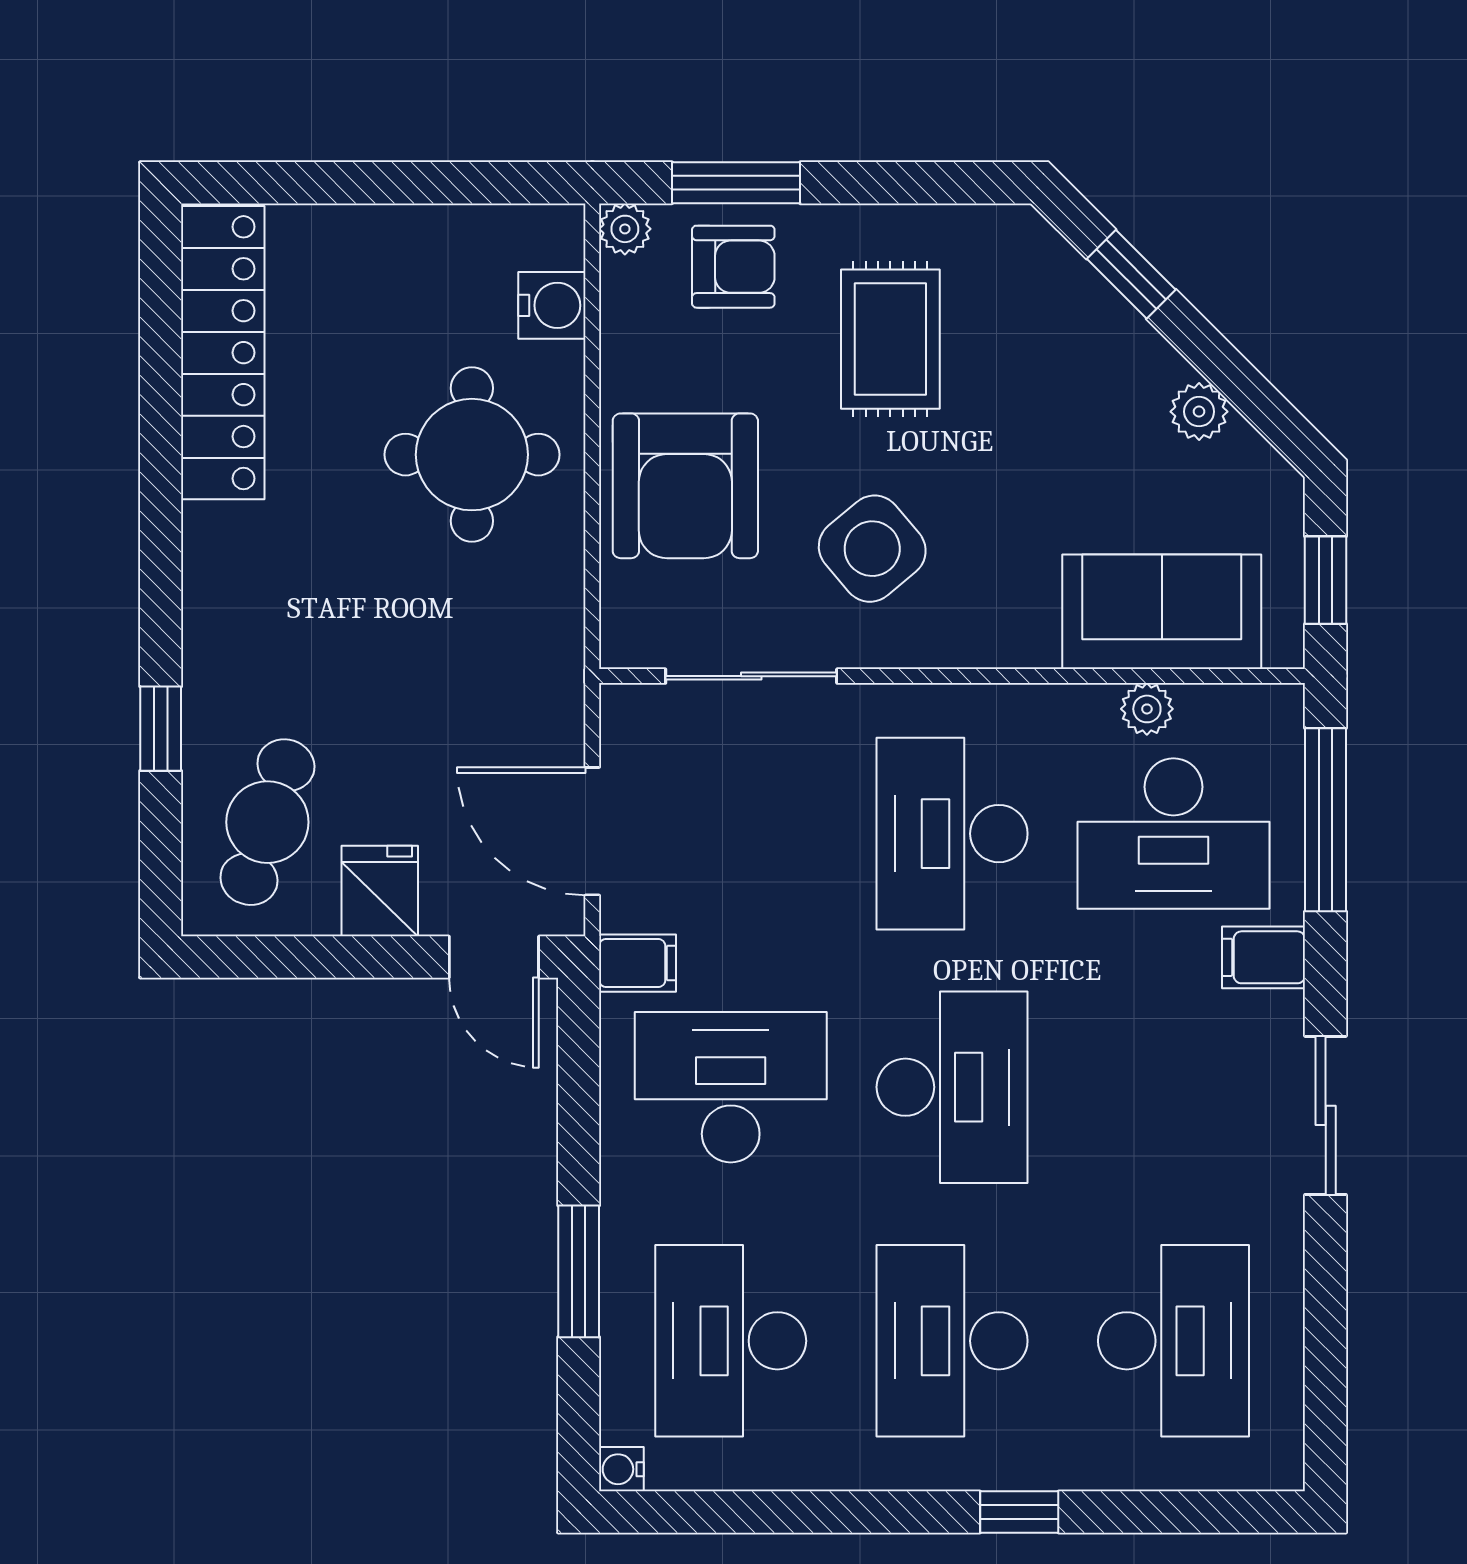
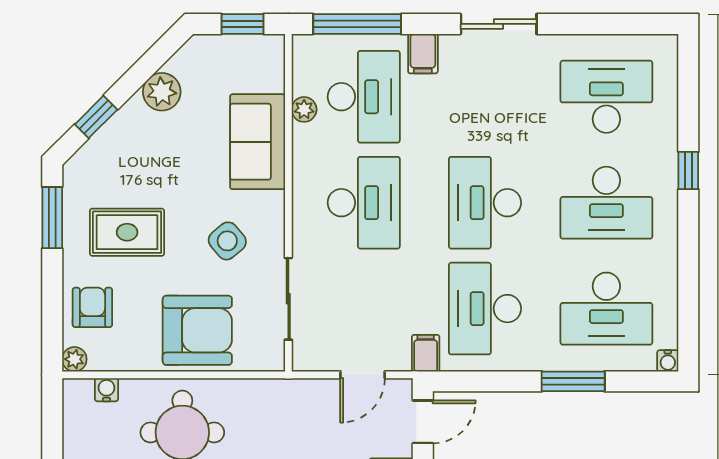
window: (736, 183) -> (52, 218), moved
water cooler: (552, 305) -> (106, 390), width x0.72, depth x0.72
plant: (1199, 412) -> (162, 92), width x1.38, depth x1.38
side table: (872, 549) -> (227, 241), width x0.73, depth x0.73
sofa: (1162, 612) -> (258, 142), moved
door: (592, 831) -> (363, 375), width x0.73
desk: (952, 834) -> (364, 203), turned -90
desk: (952, 1087) -> (485, 203), turned -90

